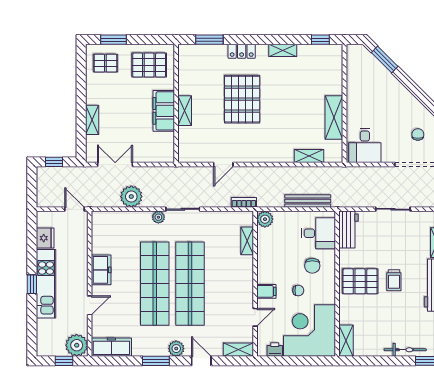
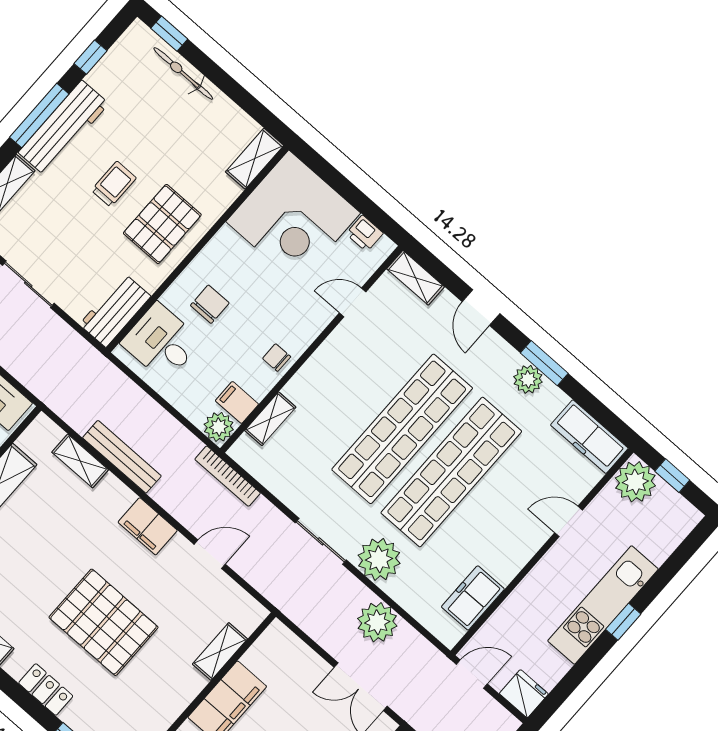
pallet: (242, 99) -> (104, 622), turned 90
shelving: (185, 111) -> (220, 651), moved
filing cabinet: (258, 154) -> (148, 526), added
bench: (308, 201) -> (122, 457), moved
bookcase: (244, 202) -> (228, 476), width x1.56
door: (75, 209) -> (472, 674), swing flipped
plant: (158, 217) -> (379, 559), width x1.87, depth x1.87
fridge: (45, 238) -> (524, 694), moved, turned 90
freezer: (101, 270) -> (473, 598), moved
pallet: (360, 281) -> (162, 224), turned 90
chair: (298, 290) -> (277, 358), moved
filing cabinet: (266, 291) -> (237, 402), moved
plant: (176, 349) -> (528, 379), moved

